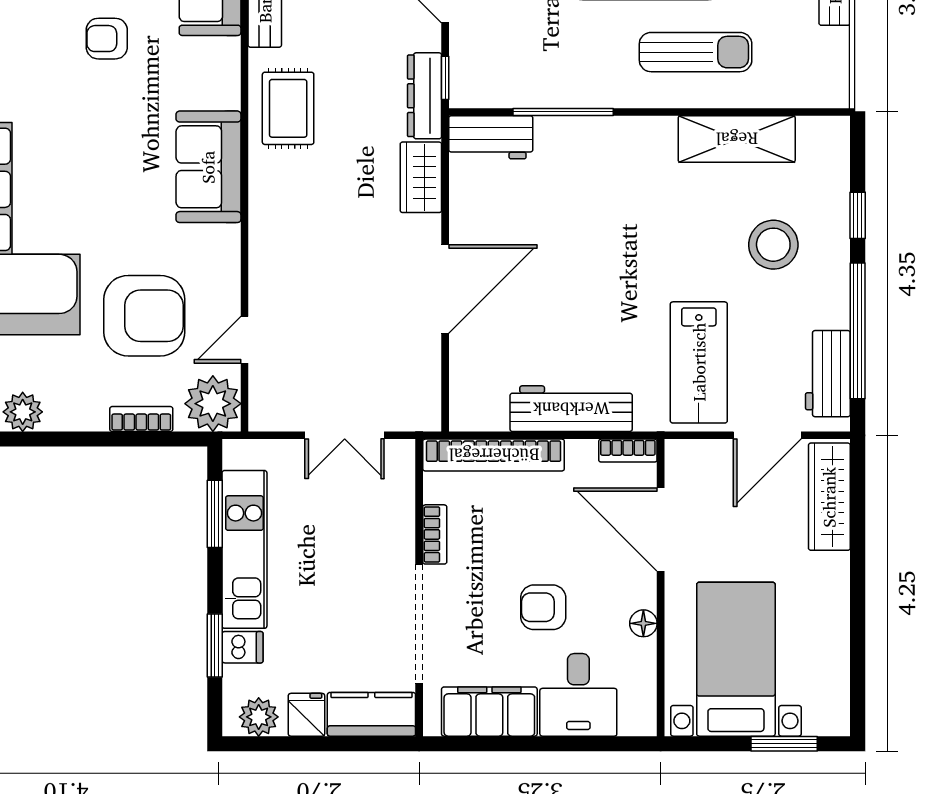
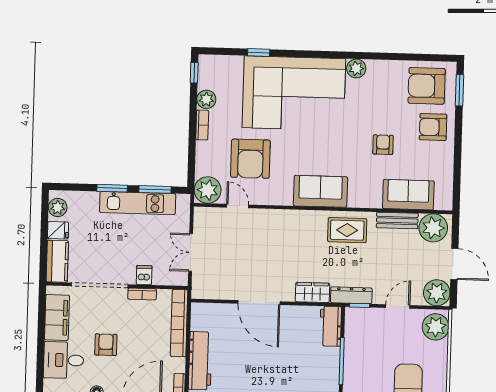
bookcase: (141, 419) -> (202, 125), moved
window: (215, 645) -> (112, 188), moved
dishwasher: (243, 647) -> (144, 275), moved, turned 180

